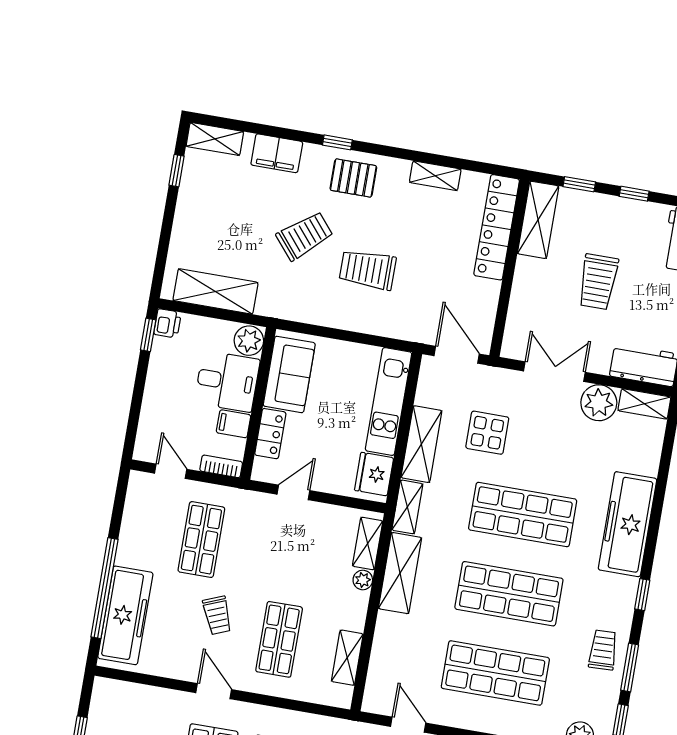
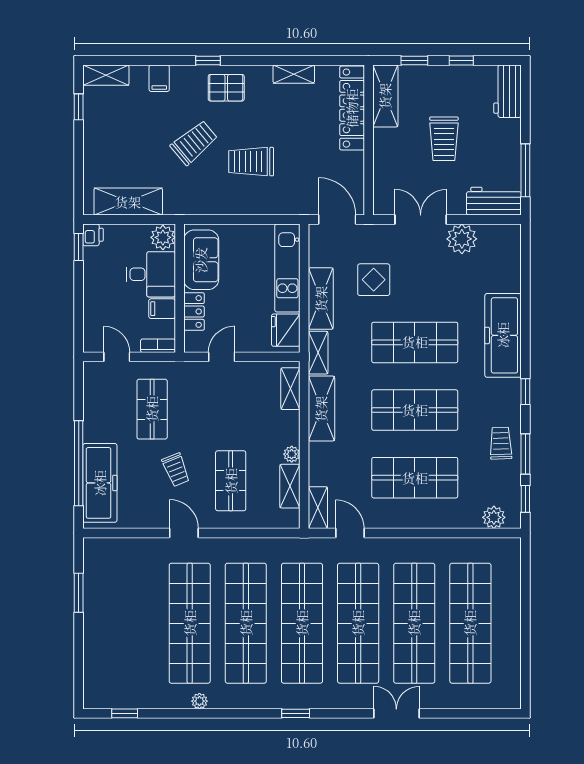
filing cabinet: (277, 153) -> (159, 78), width x0.50
shelving: (644, 404) -> (318, 508), moved, turned 90
plant: (363, 580) -> (292, 454), moved

